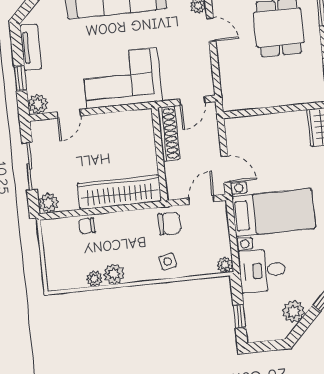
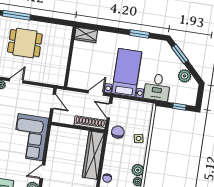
door: (69, 114) -> (42, 172), swing flipped
shoe rack: (169, 134) -> (90, 123), moved
plant: (225, 265) -> (149, 107), removed

